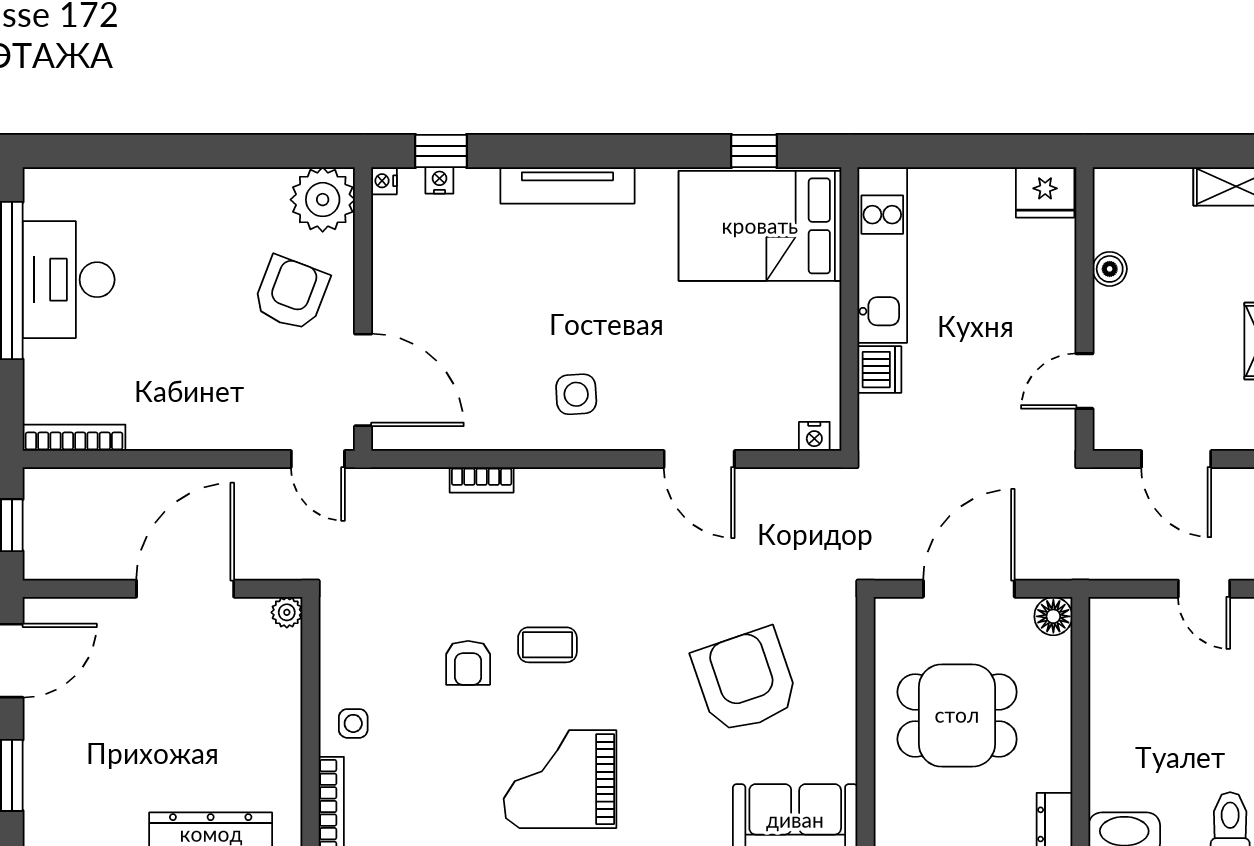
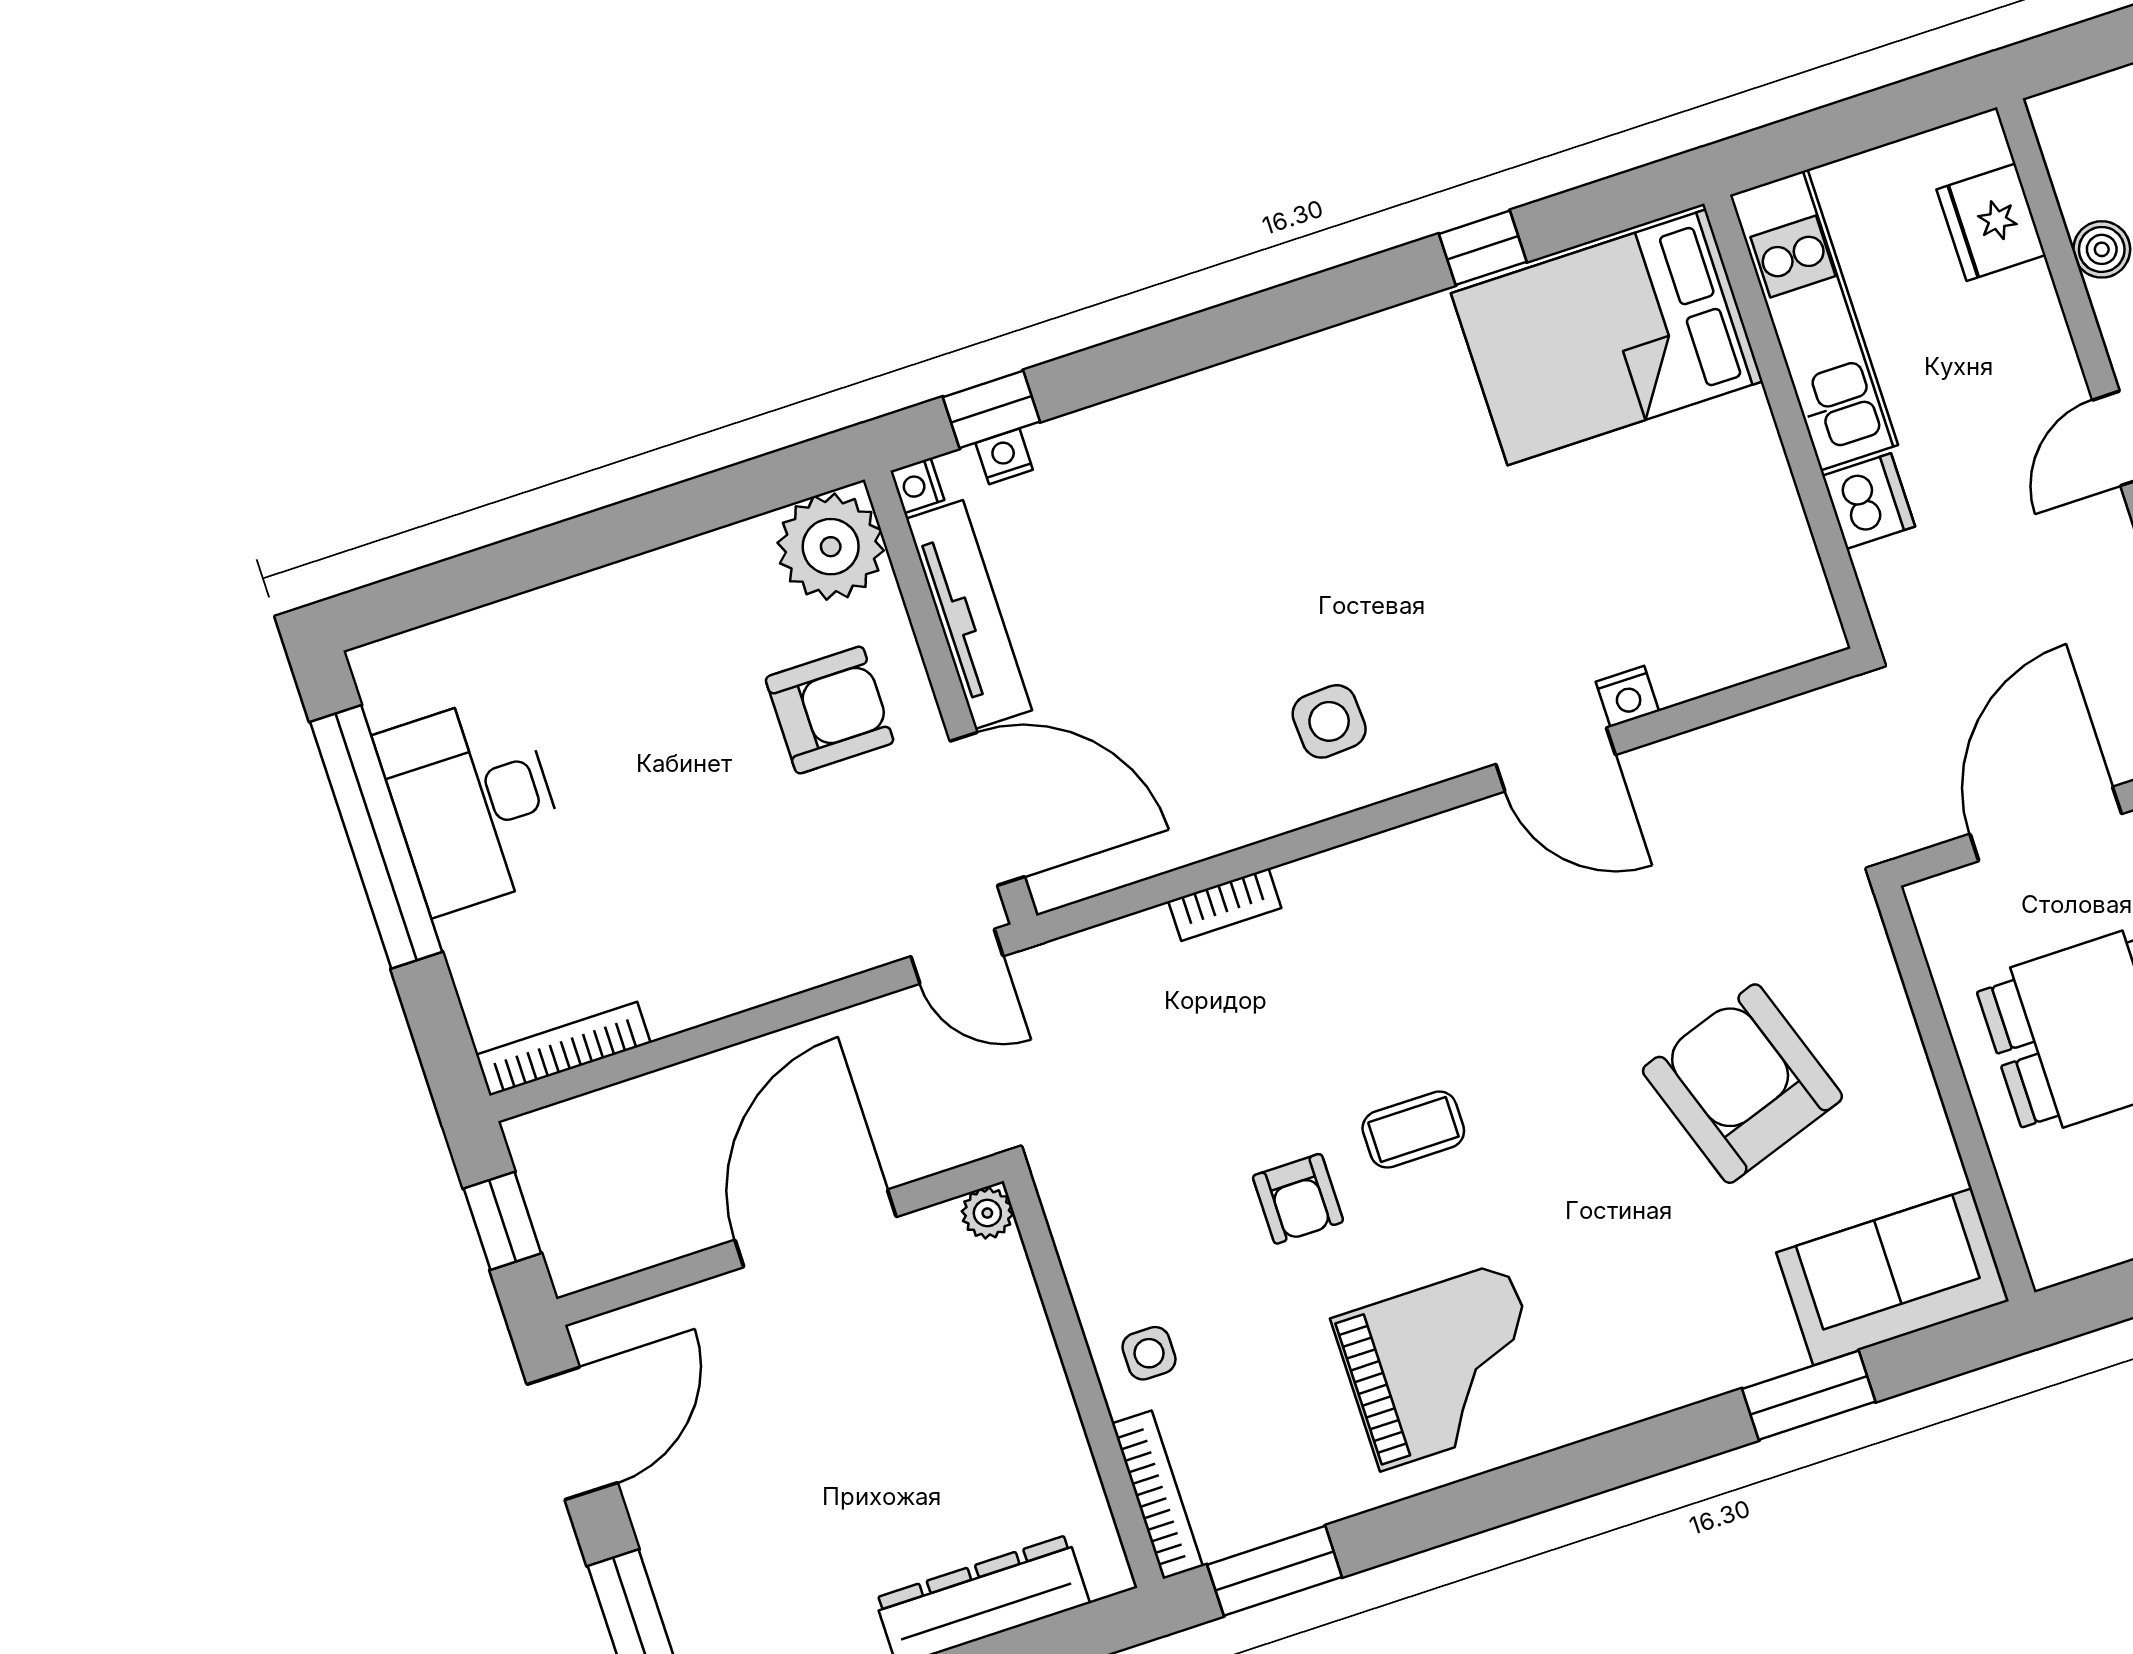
tv unit: (567, 185) -> (969, 614), moved, turned -90
fridge: (1045, 192) -> (1991, 222), moved, turned 90
bed: (760, 226) -> (1607, 337), moved
kitchen unit: (882, 255) -> (1814, 320), moved
armchair: (291, 293) -> (830, 710), turned 69
wall: (849, 309) -> (1790, 422), moved
dishwasher: (879, 370) -> (1869, 501), moved
nightstand: (814, 436) -> (1627, 697), moved
grand piano: (560, 779) -> (1444, 1366), moved, turned 180

